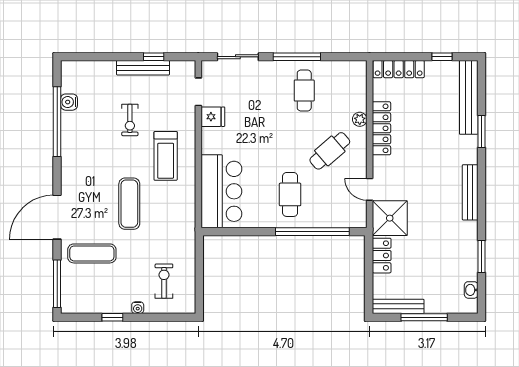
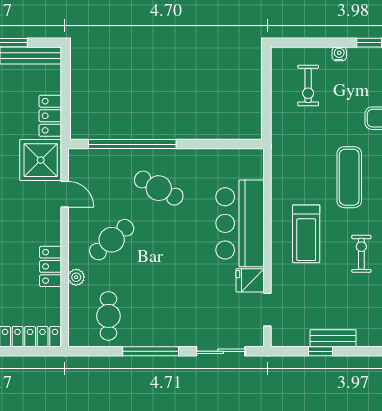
bench: (143, 68) -> (333, 338), width x0.73
cafe table: (304, 91) -> (108, 316), moved
exercise bike: (130, 120) -> (361, 254), moved
locker: (381, 128) -> (50, 266), width x0.66
treadmill: (166, 156) -> (306, 234), turned 180
bar counter: (221, 191) -> (240, 223), moved
cafe table: (290, 194) -> (159, 188), turned -62

